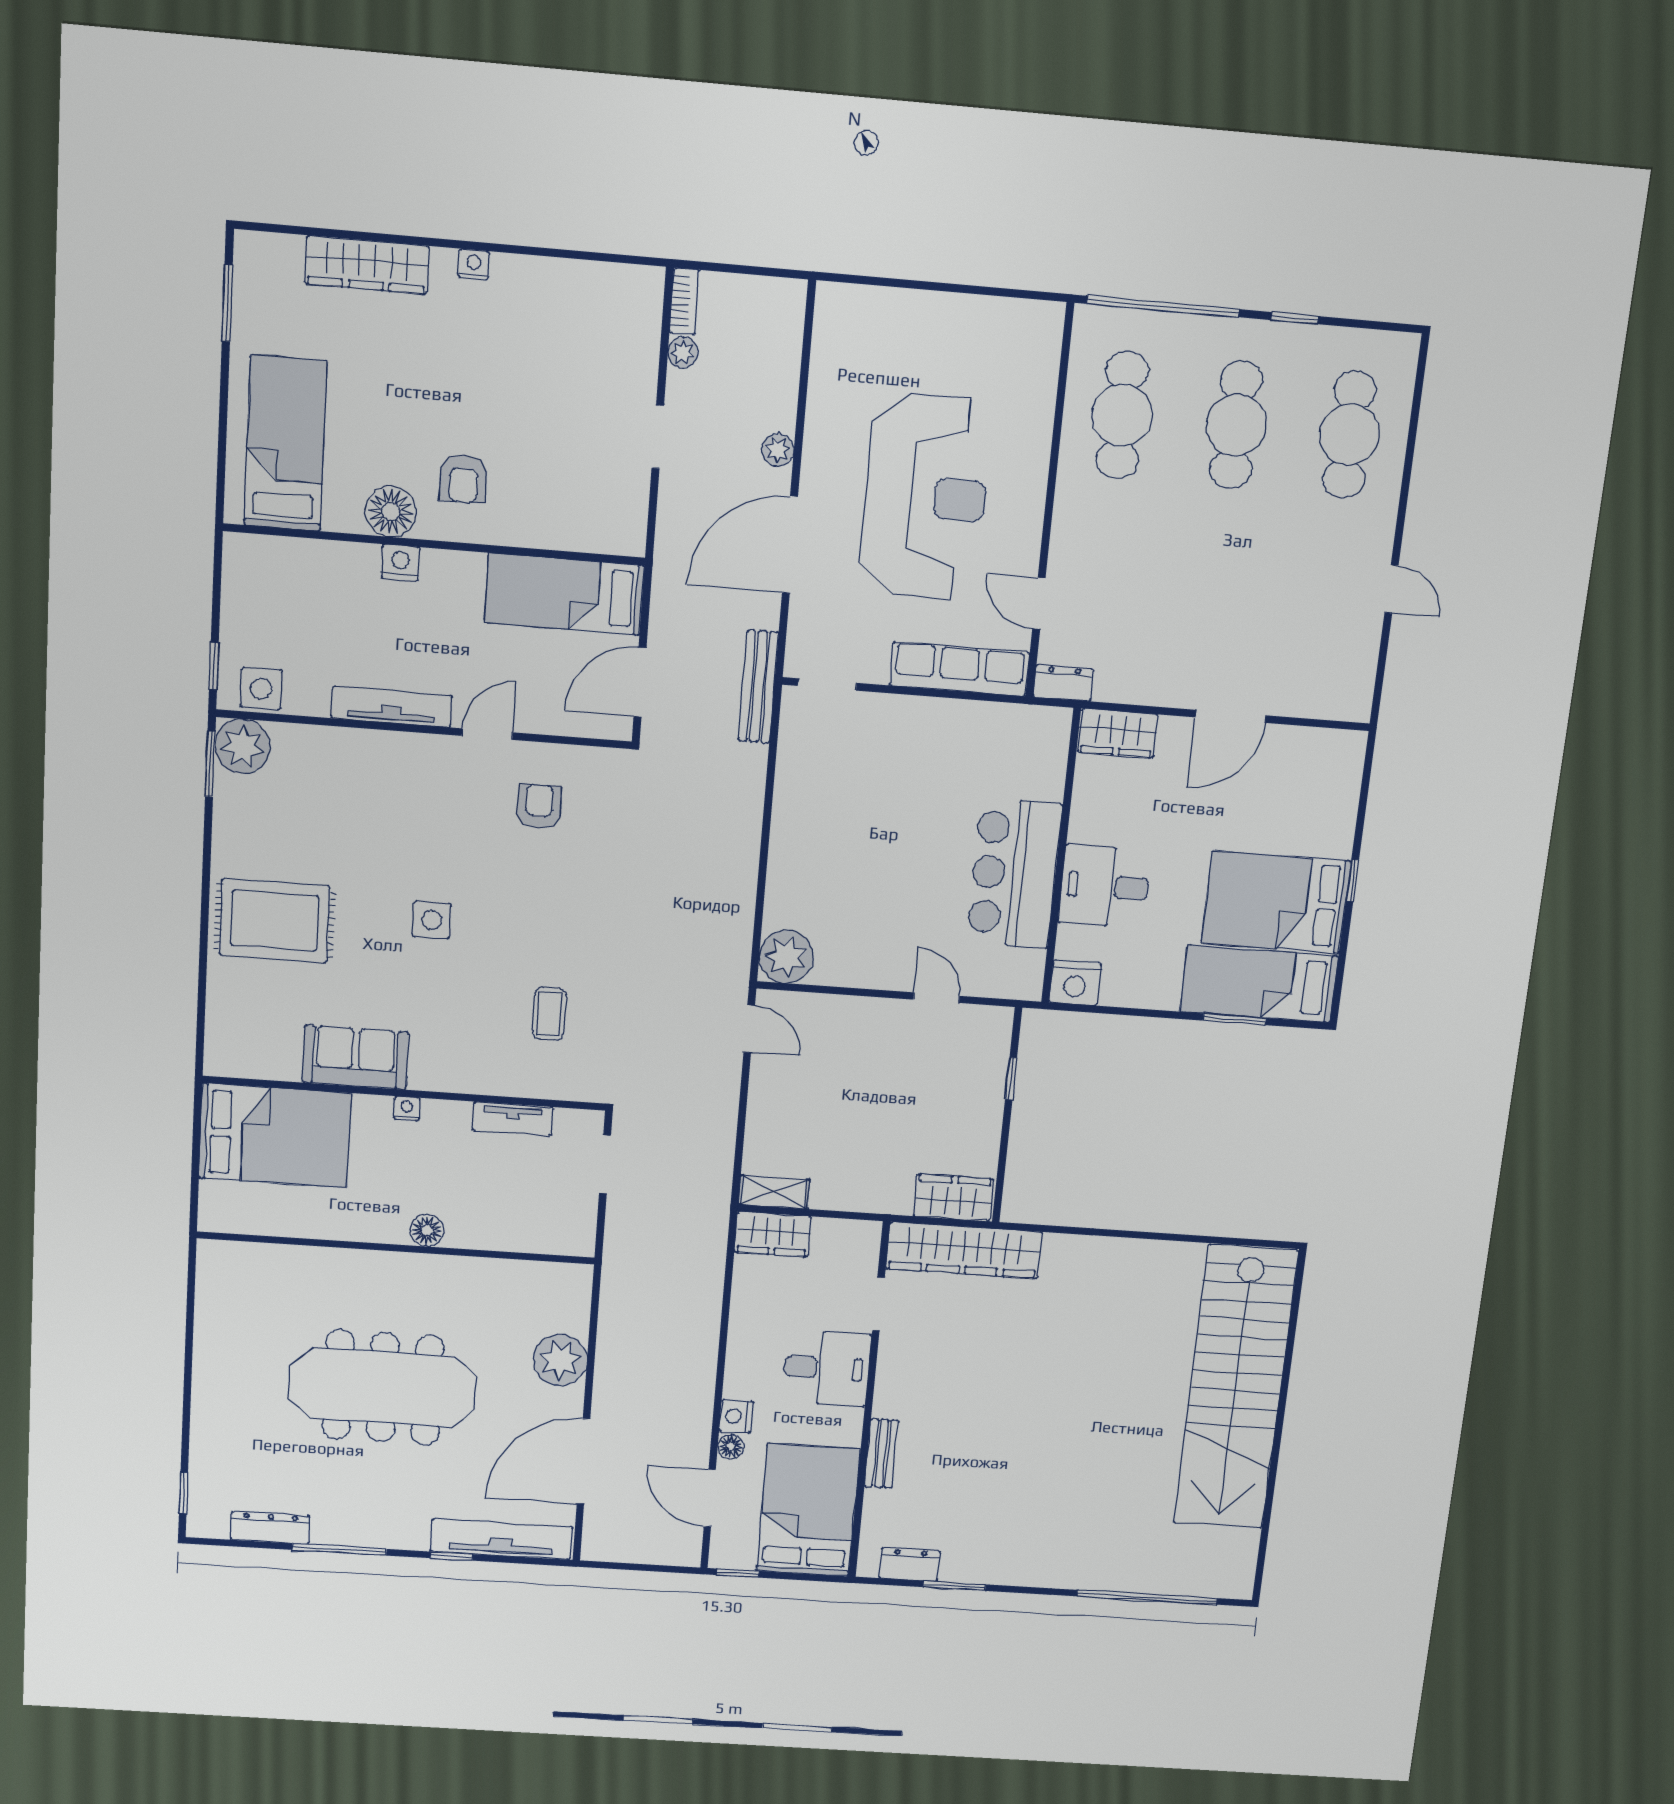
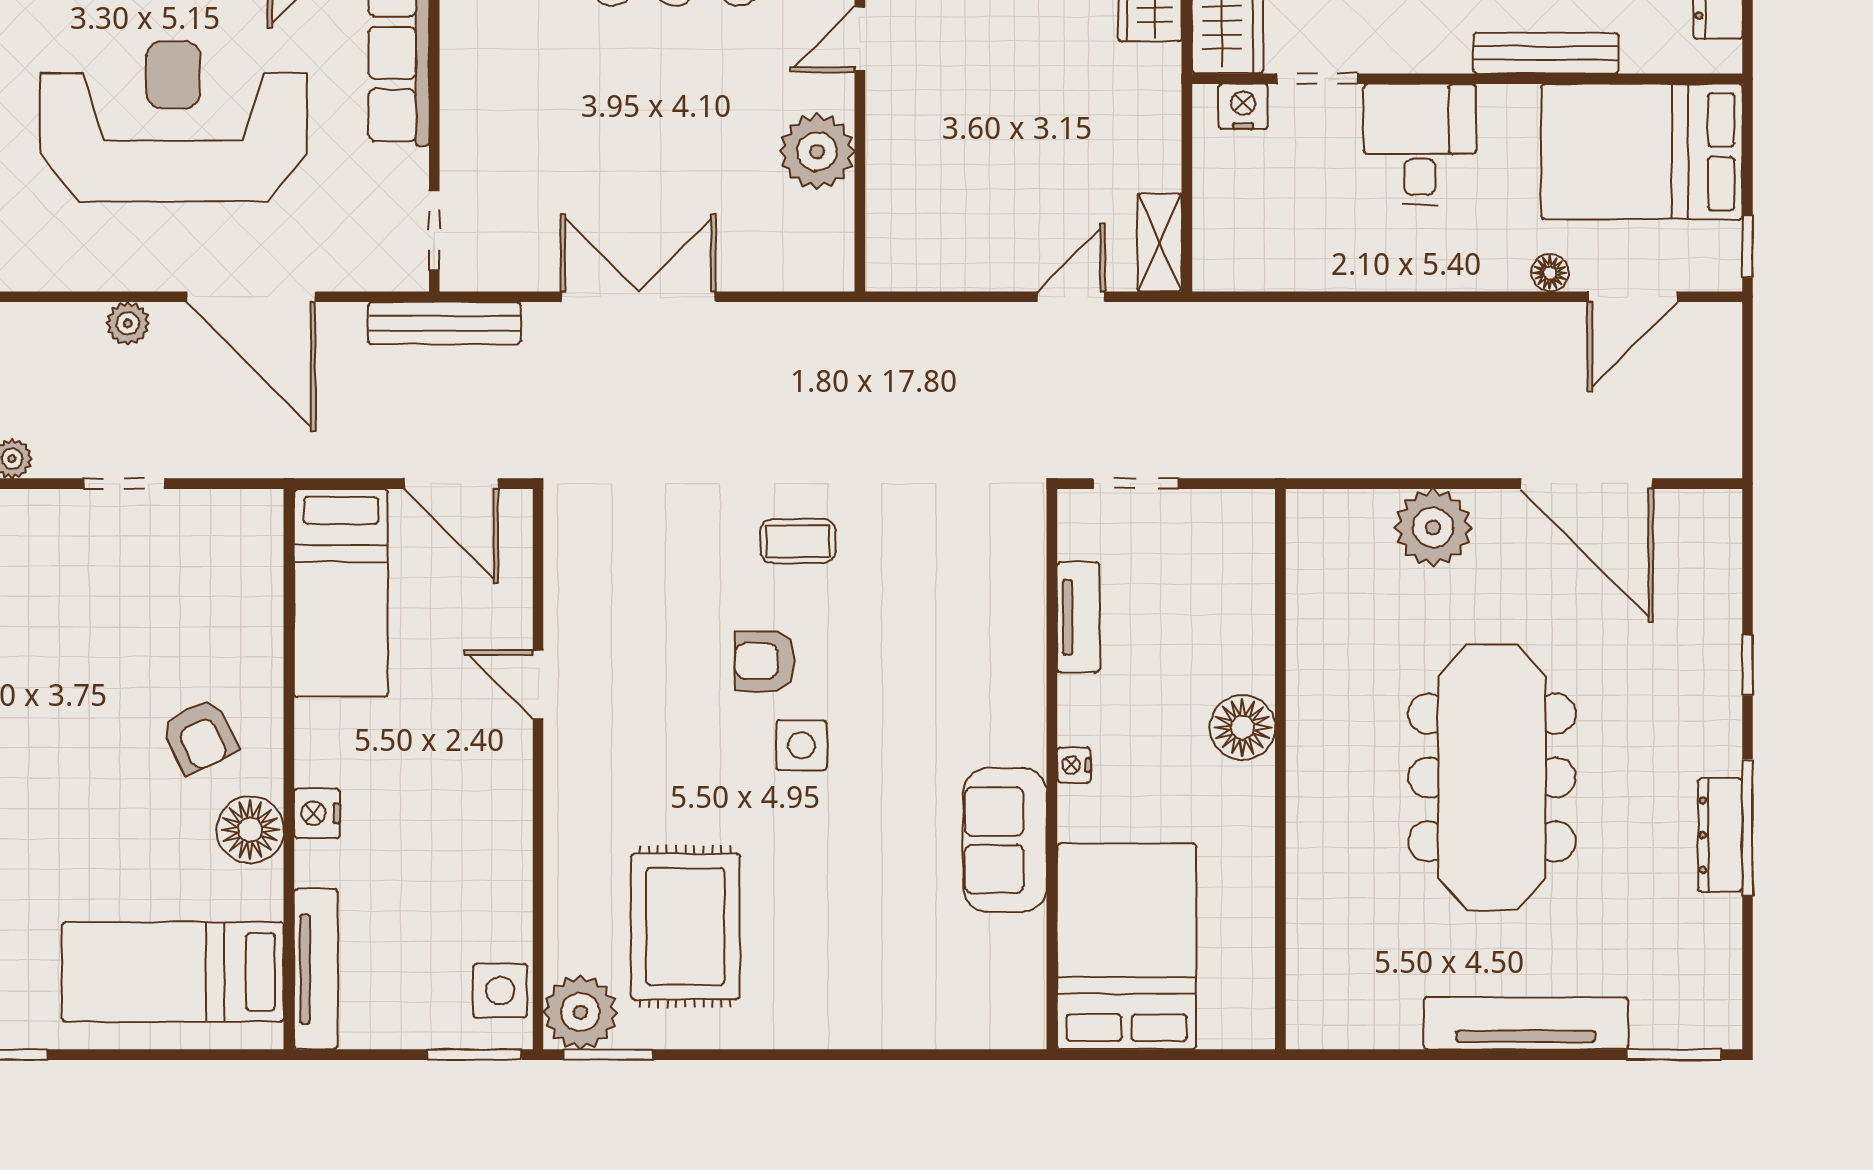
armchair: (463, 479) -> (200, 736), turned 64
window: (214, 666) -> (475, 1055), width x1.50
tv unit: (392, 707) -> (316, 969), moved, turned 180
armchair: (539, 807) -> (765, 661), moved
double door: (766, 828) -> (638, 297), added
rug: (275, 921) -> (685, 927), moved
plant: (786, 957) -> (817, 152), moved
coffee table: (549, 1014) -> (798, 541), moved
door: (749, 1029) -> (1071, 297), moved
floor lamp: (427, 1231) -> (1242, 728), width x1.38, depth x1.38
wardrobe: (773, 1234) -> (1223, 239), removed
nightstand: (736, 1416) -> (1243, 107), moved, turned 180
bench: (881, 1453) -> (1546, 53), width x1.36
window: (183, 1493) -> (1674, 1055), width x1.50
dresser: (270, 1528) -> (1720, 835), moved
tv unit: (501, 1539) -> (1526, 1023), moved, turned 90

